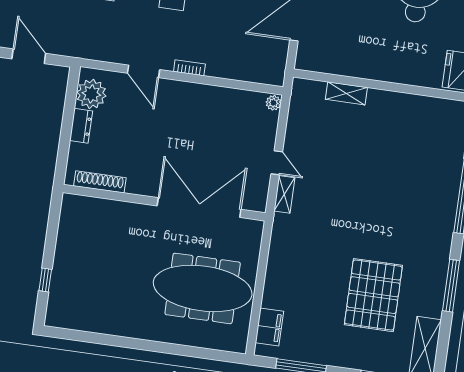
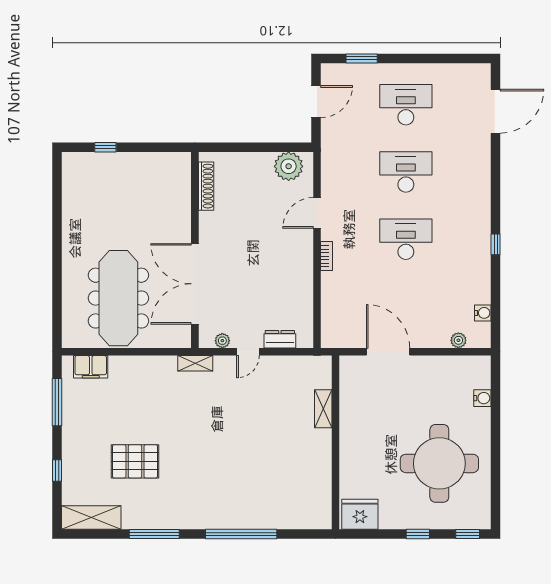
plant: (273, 103) -> (222, 341), moved
dresser: (81, 126) -> (280, 339), moved, turned 180
shelving: (284, 194) -> (195, 363), moved
double door: (199, 208) -> (195, 284), swing flipped
pallet: (373, 295) -> (135, 461), width x0.73, depth x0.71

